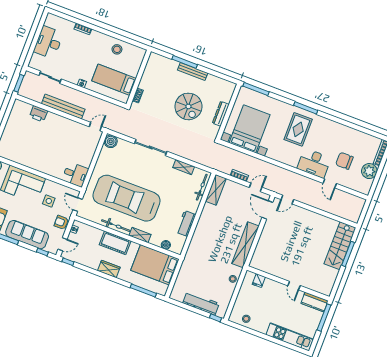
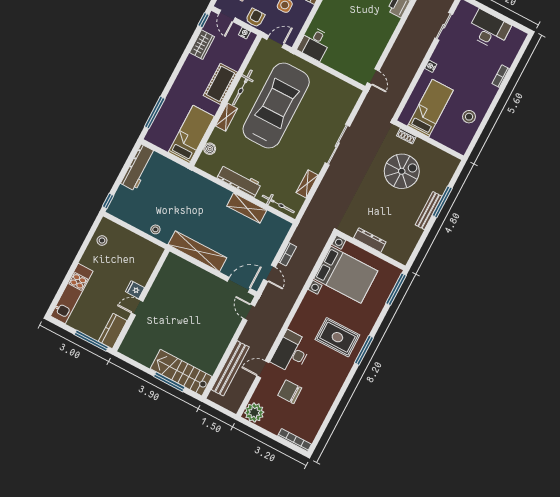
bench: (63, 106) -> (230, 368), moved
spiral stairs: (188, 106) -> (402, 171), moved, turned 180
boiler: (111, 141) -> (352, 94), removed
chair: (344, 161) -> (290, 392), turned -90
plant: (369, 171) -> (254, 412), moved
shelving: (216, 190) -> (247, 208), moved
workbench: (186, 223) -> (239, 181), width x1.38
bed: (155, 265) -> (191, 134), width x0.67
wardrobe: (109, 269) -> (202, 45), moved
fridge: (259, 281) -> (135, 290), moved
workbench: (201, 303) -> (138, 168), moved

